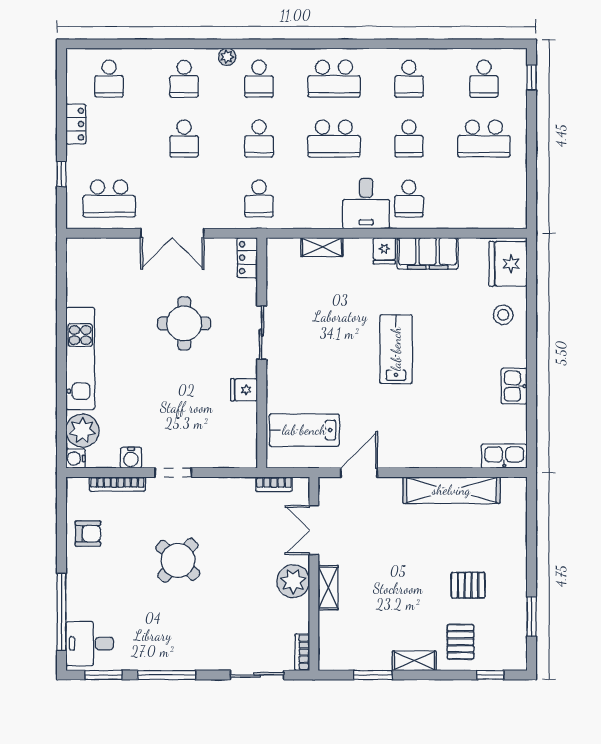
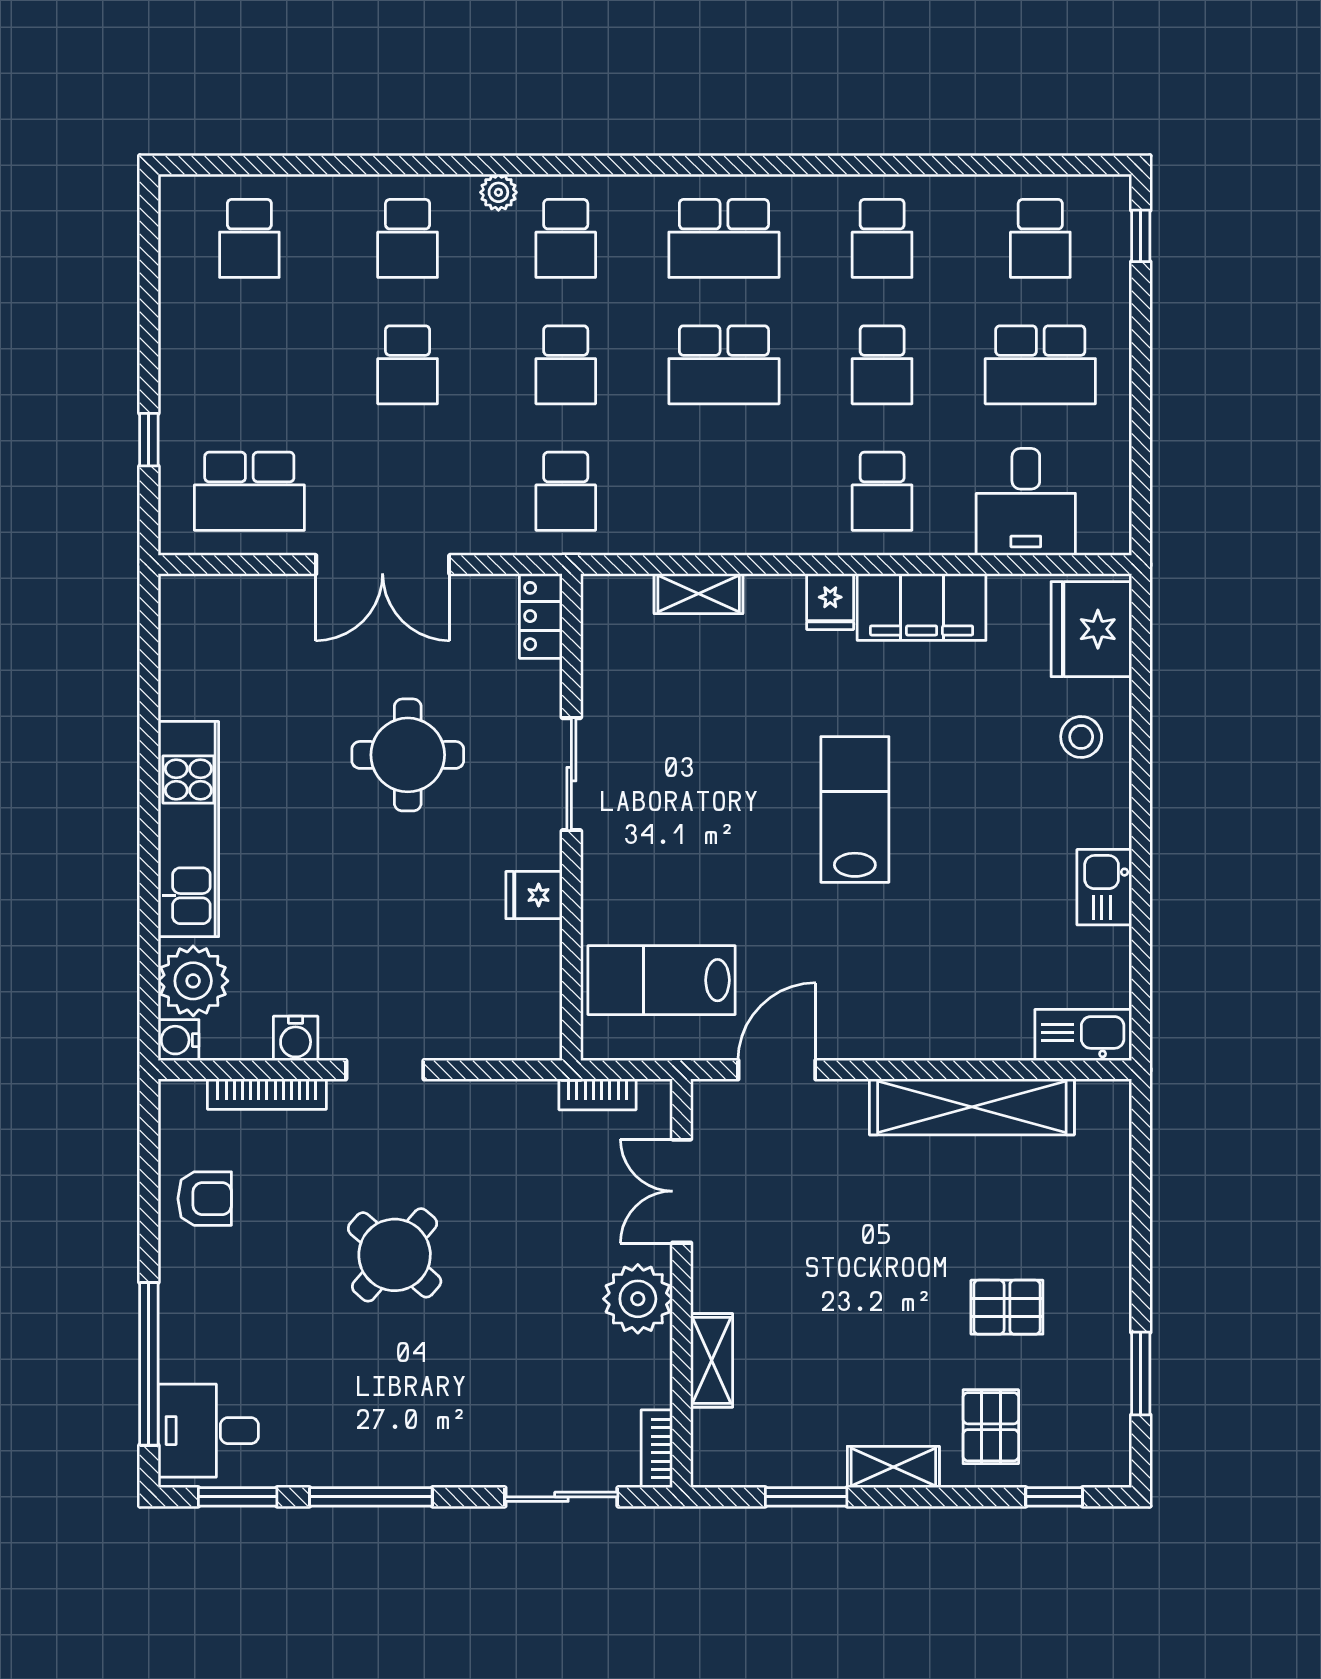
locker: (76, 124) -> (179, 334), removed
desk: (366, 204) -> (1026, 502), moved
shelving: (328, 588) -> (712, 1360), moved

